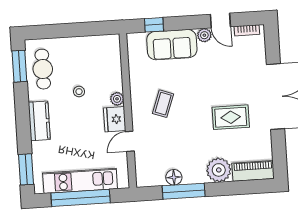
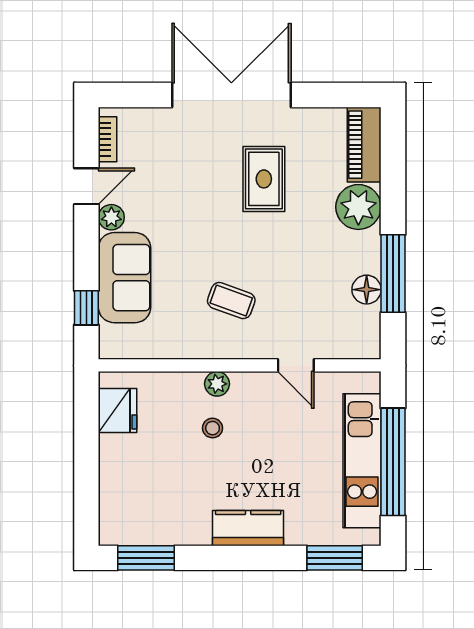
cafe table: (43, 69) -> (154, 516), removed
stool: (79, 92) -> (213, 428), moved
fridge: (115, 119) -> (118, 410), moved, turned -90

